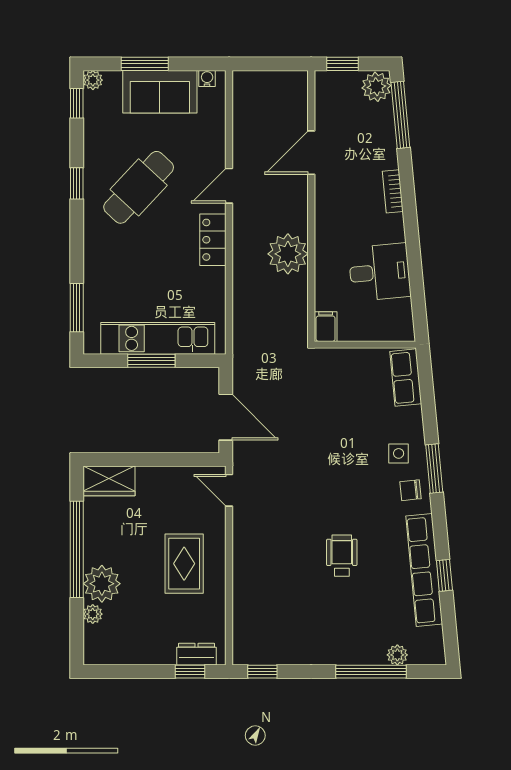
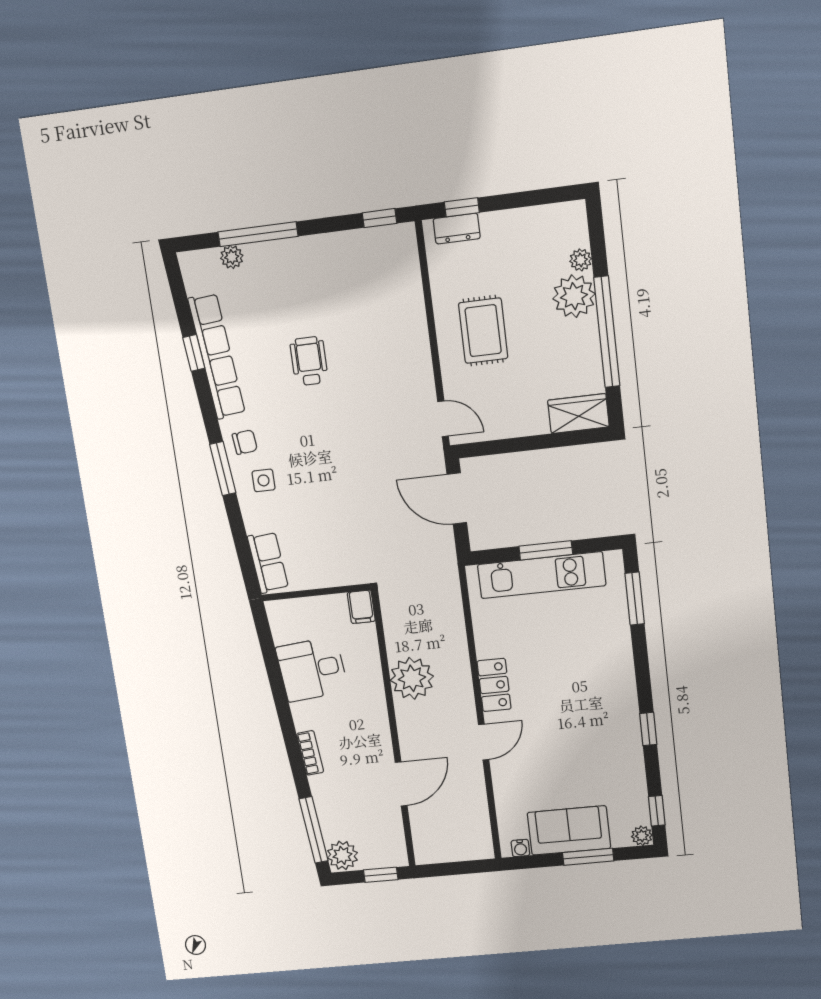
cafe table: (139, 187) -> (581, 731), removed
wheelchair: (342, 556) -> (309, 361), turned 180

